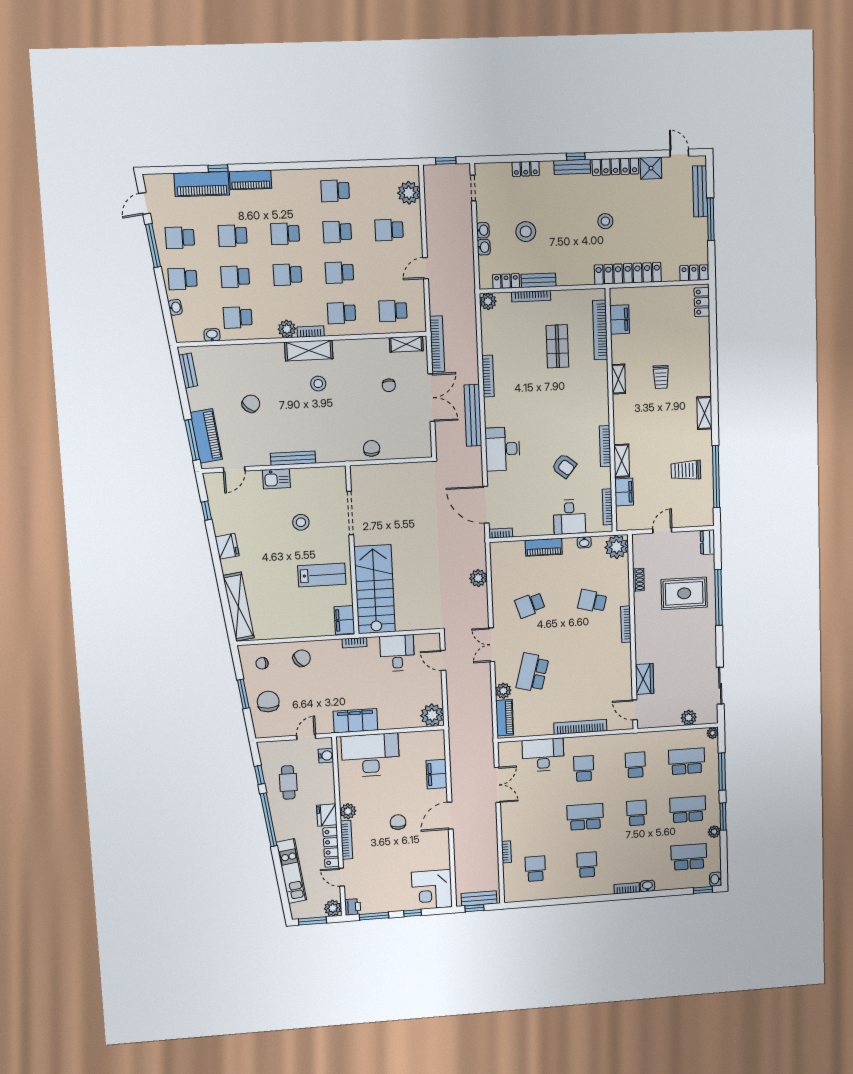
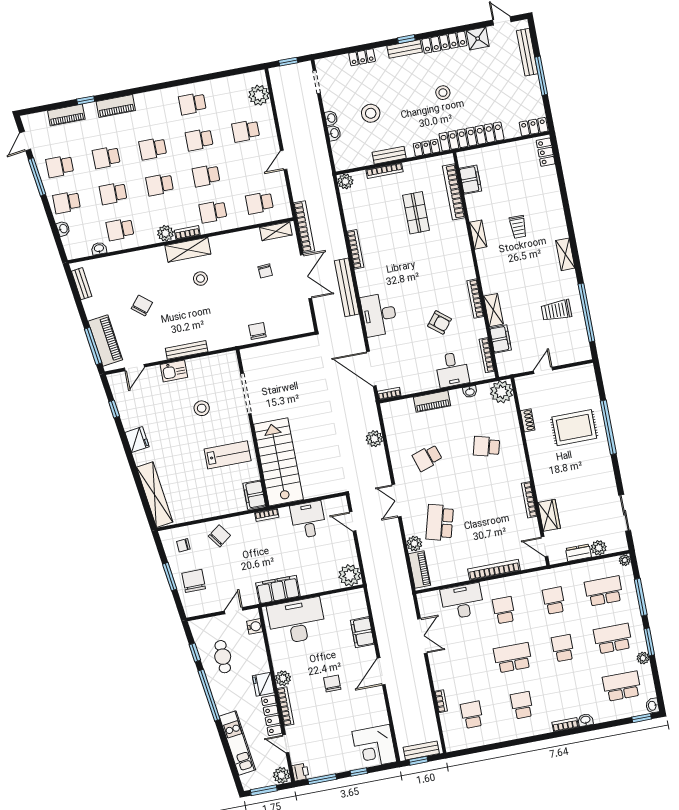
piano: (202, 184) -> (66, 115), width x0.73, depth x0.75
locker: (506, 281) -> (426, 148), moved
dresser: (707, 542) -> (578, 553), moved, turned 90
bookcase: (626, 624) -> (529, 500), moved

